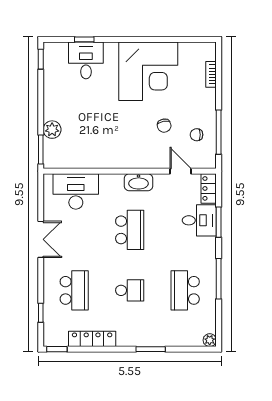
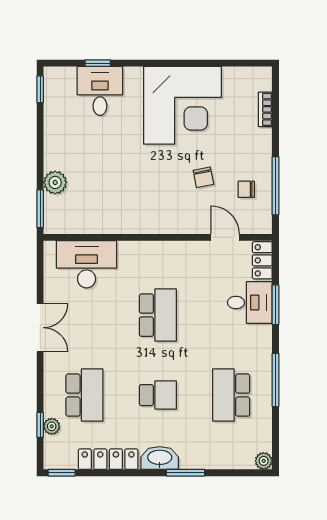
washbasin: (139, 182) -> (160, 458), moved, turned 180
plant: (49, 314) -> (52, 426), added

